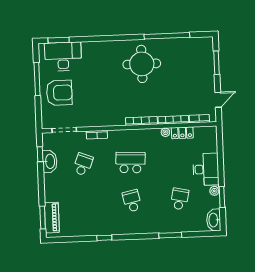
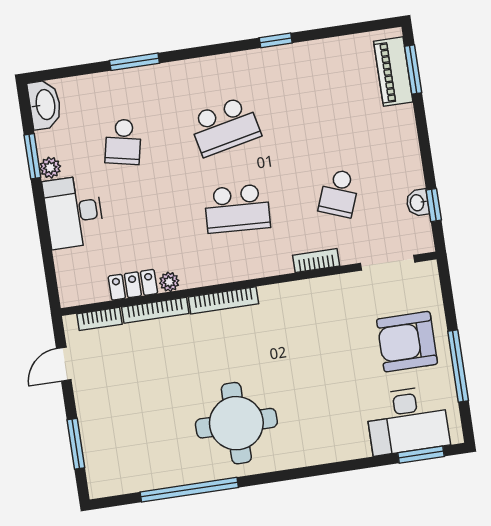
washbasin: (50, 161) -> (418, 203), width x0.52, depth x0.69
school desk: (132, 201) -> (225, 126), width x1.85

